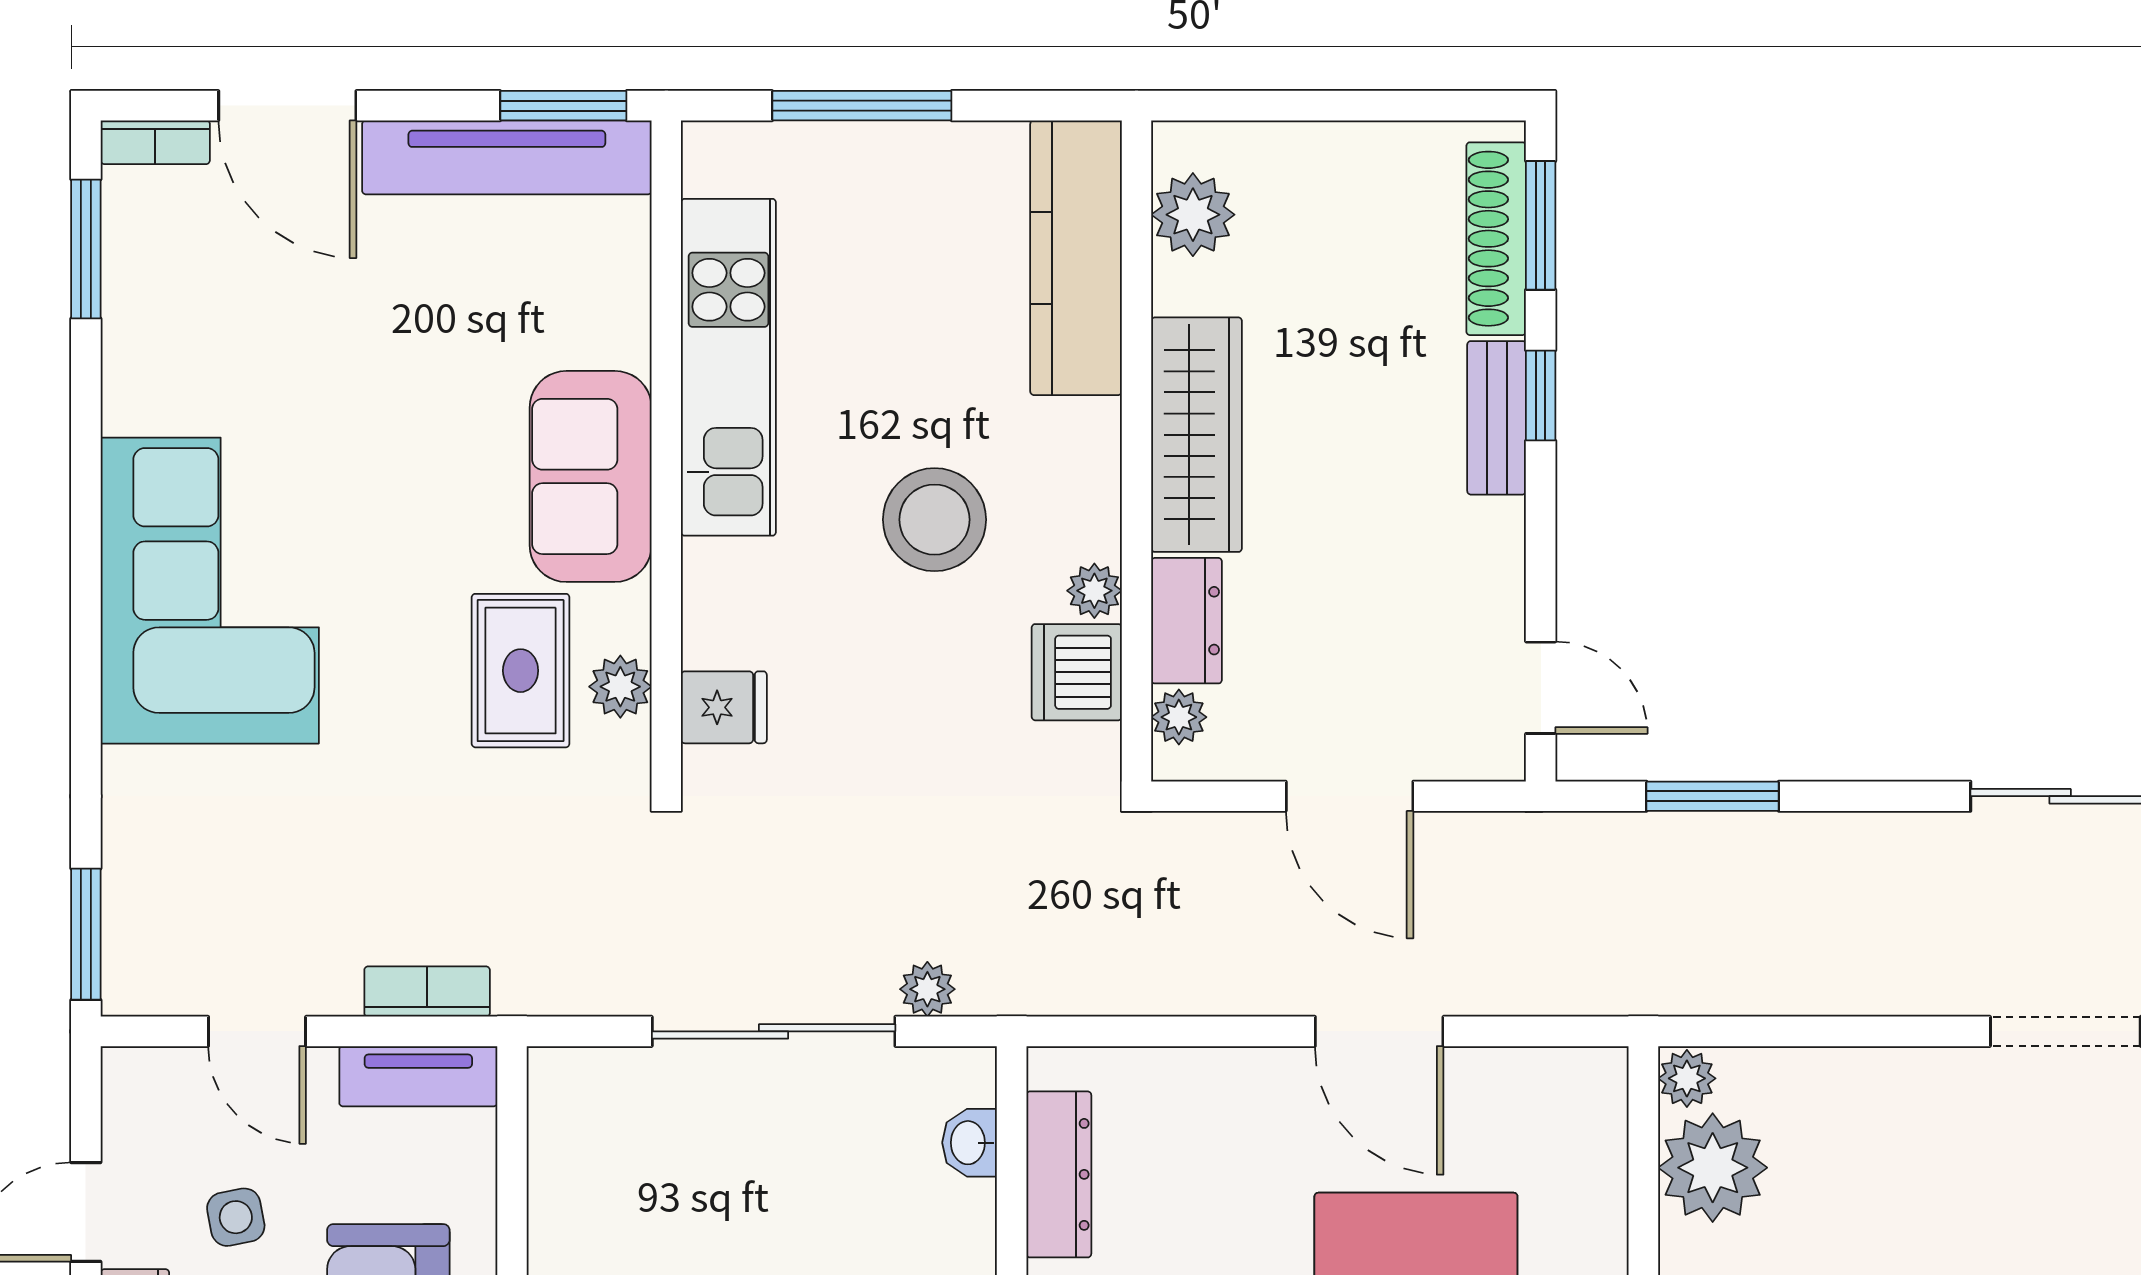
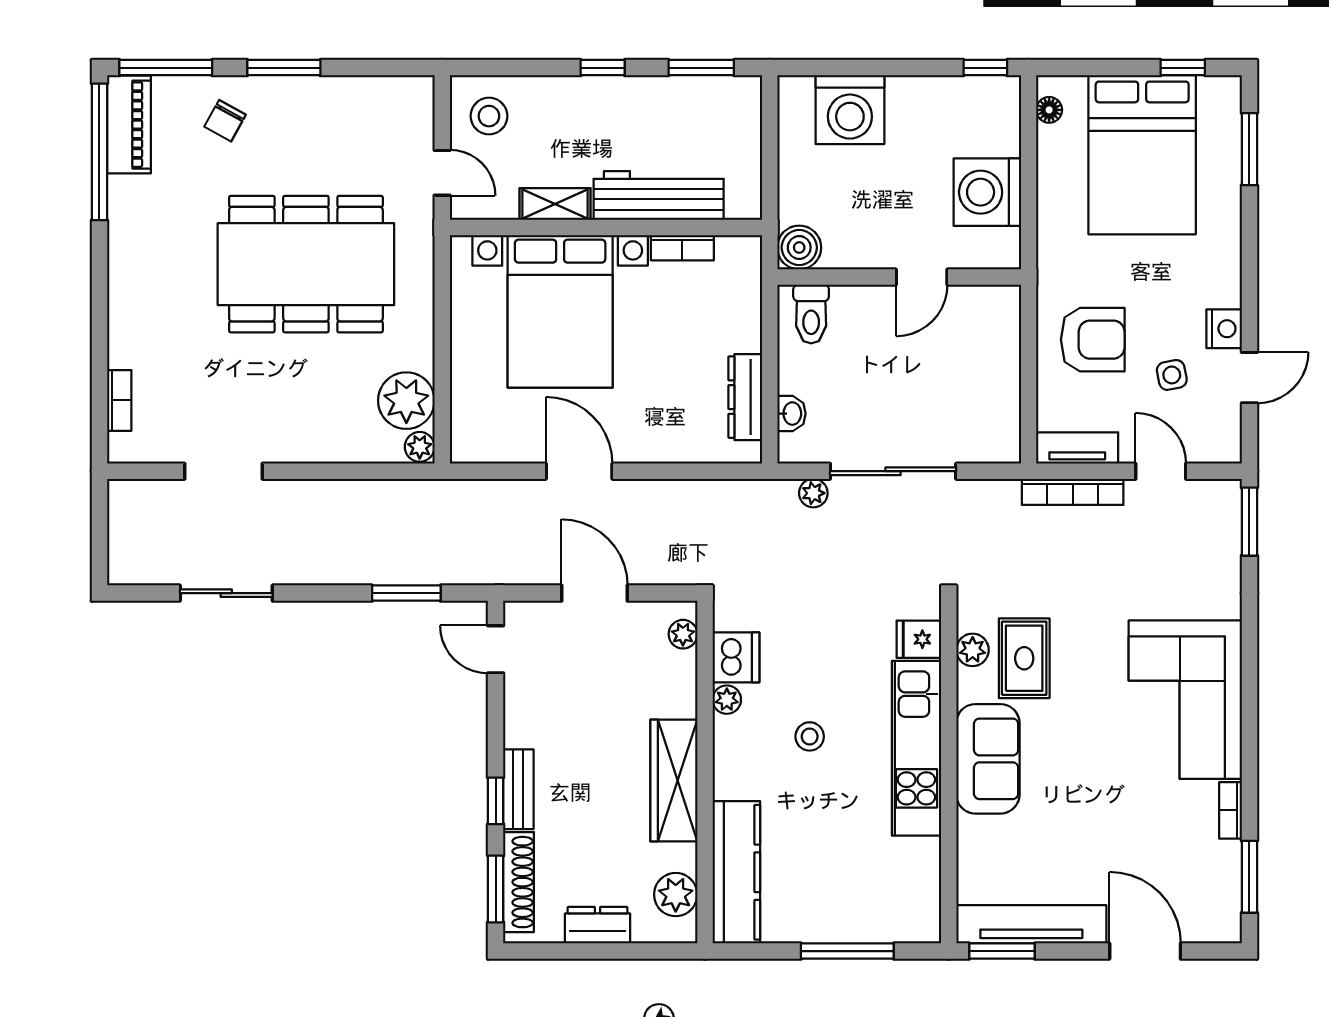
bookcase: (155, 142) -> (1231, 810), moved, turned -90
kitchen unit: (728, 367) -> (916, 748), moved
stool: (934, 520) -> (810, 736), width x0.53, depth x0.53
dresser: (1187, 621) -> (598, 925), moved, turned 90
bookcase: (427, 992) -> (1073, 492), width x1.56

